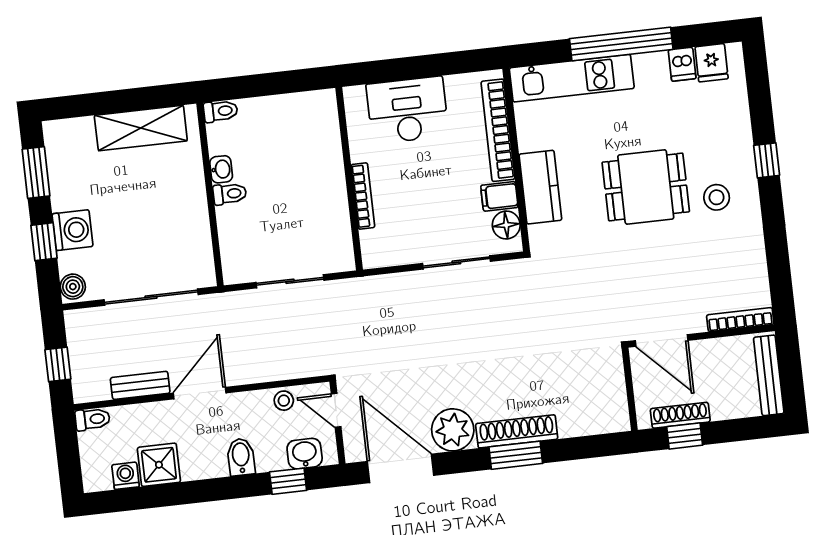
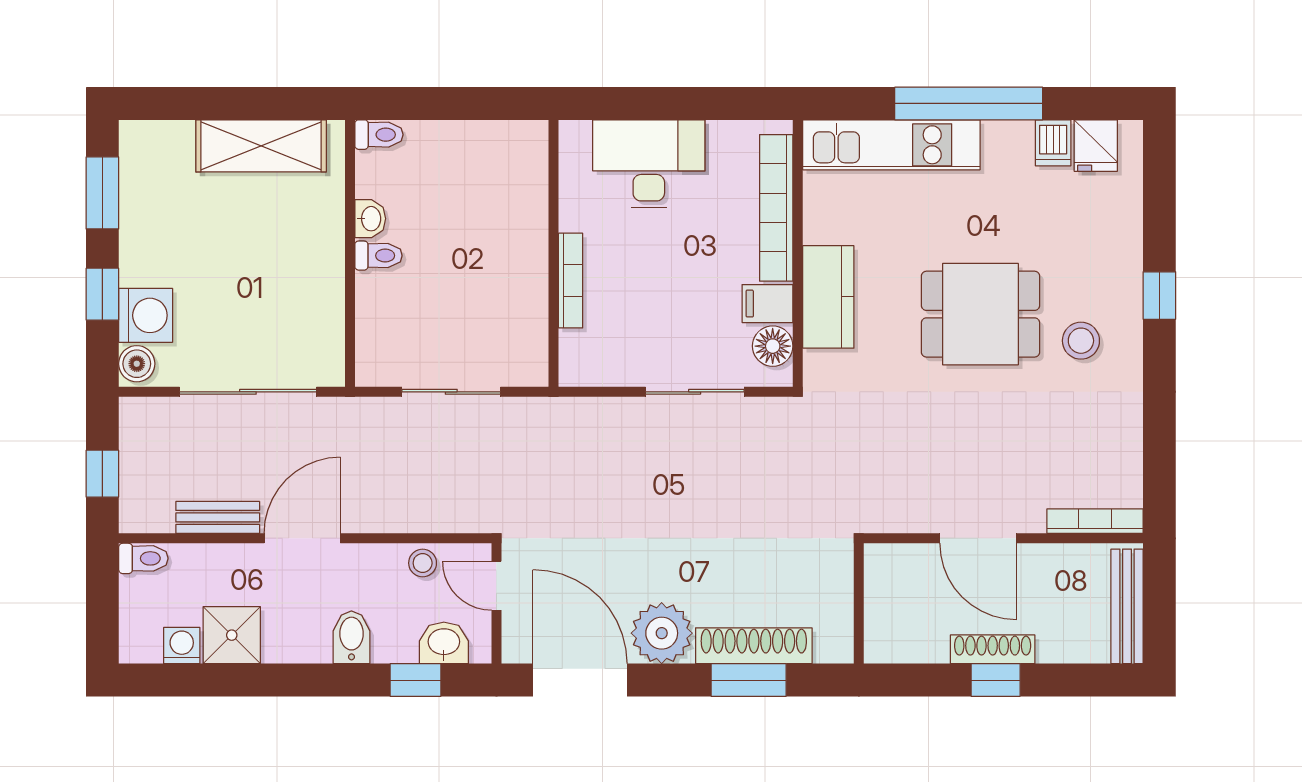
washing machine: (73, 230) -> (146, 315), moved
wall: (630, 389) -> (859, 603), moved

